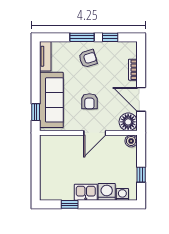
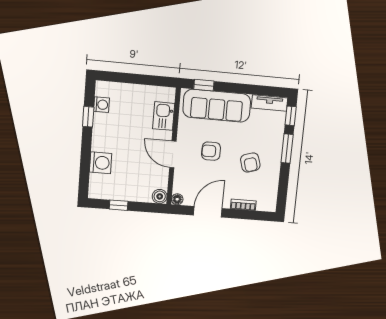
window: (110, 37) -> (291, 116), moved
armchair: (88, 59) -> (250, 163), moved
floor lamp: (128, 122) -> (177, 199), width x0.53, depth x0.53
kitchen sink: (86, 192) -> (164, 116), moved, turned 180
washing machine: (122, 194) -> (101, 105), moved

